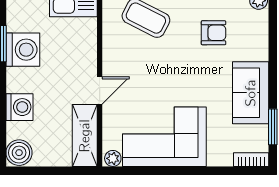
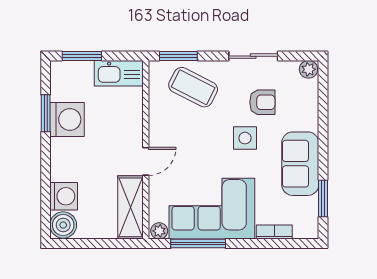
side table: (197, 68) -> (245, 138), added
washing machine: (20, 107) -> (64, 196), moved
bookcase: (251, 160) -> (274, 232), moved
window: (151, 171) -> (198, 244), added

